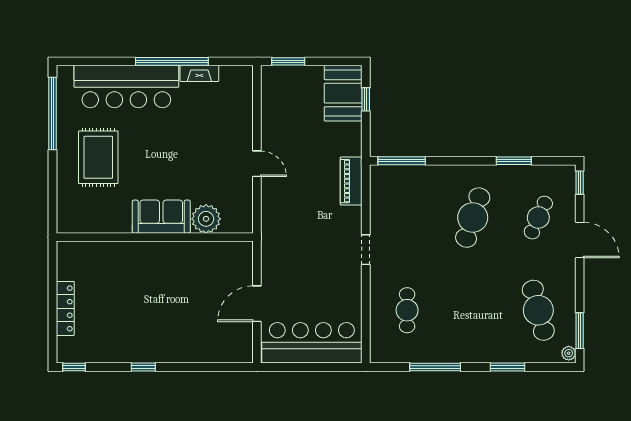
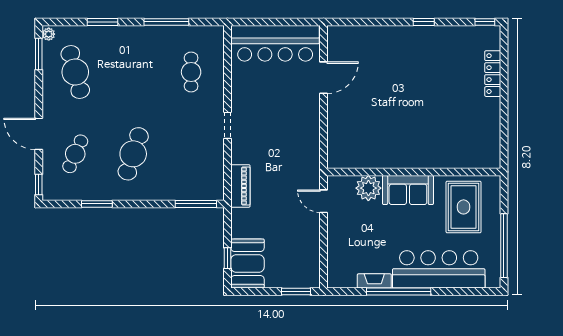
sofa: (161, 217) -> (408, 190), moved
plant: (206, 219) -> (368, 188), moved
wall: (155, 237) -> (414, 172), moved

